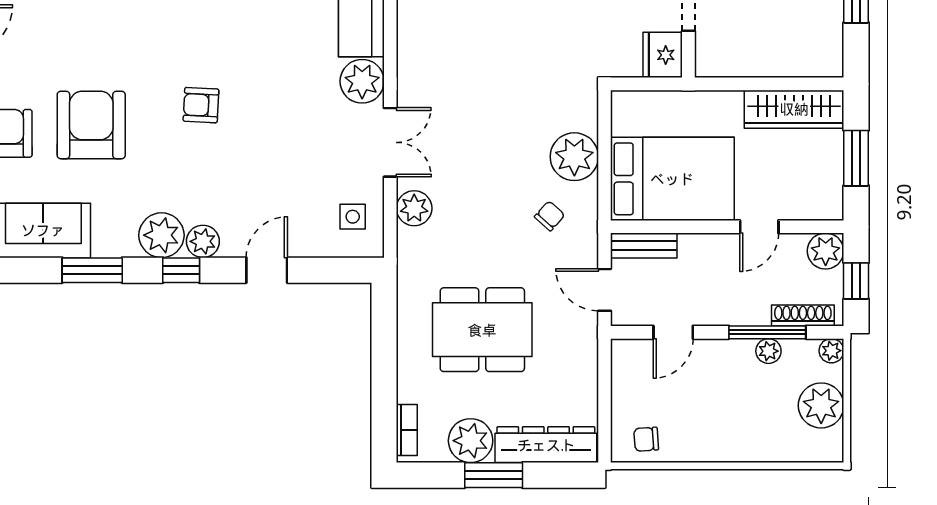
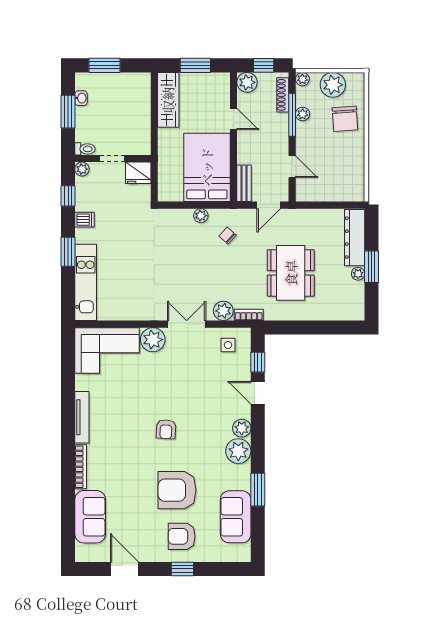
plant: (574, 157) -> (201, 216), width x0.53, depth x0.53
window: (181, 270) -> (258, 362), moved
bookcase: (407, 430) -> (249, 315), moved
chair: (646, 439) -> (345, 119), moved, width x1.87, depth x1.87
plant: (471, 441) -> (358, 274), width x0.53, depth x0.53

